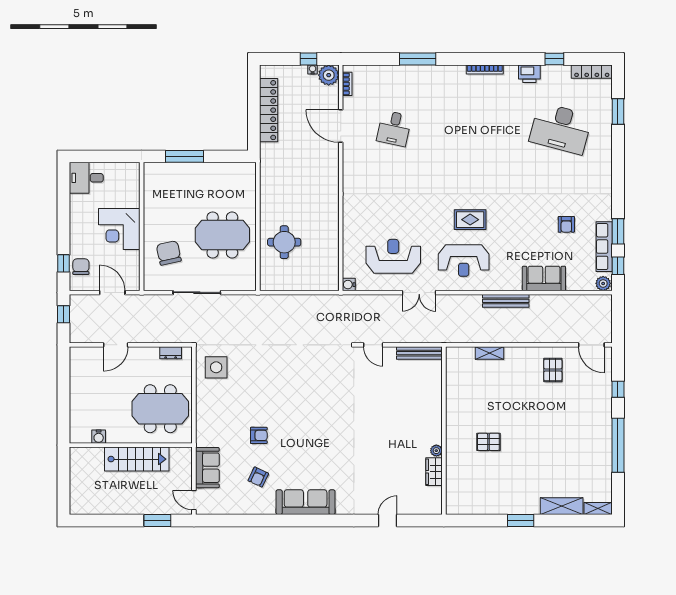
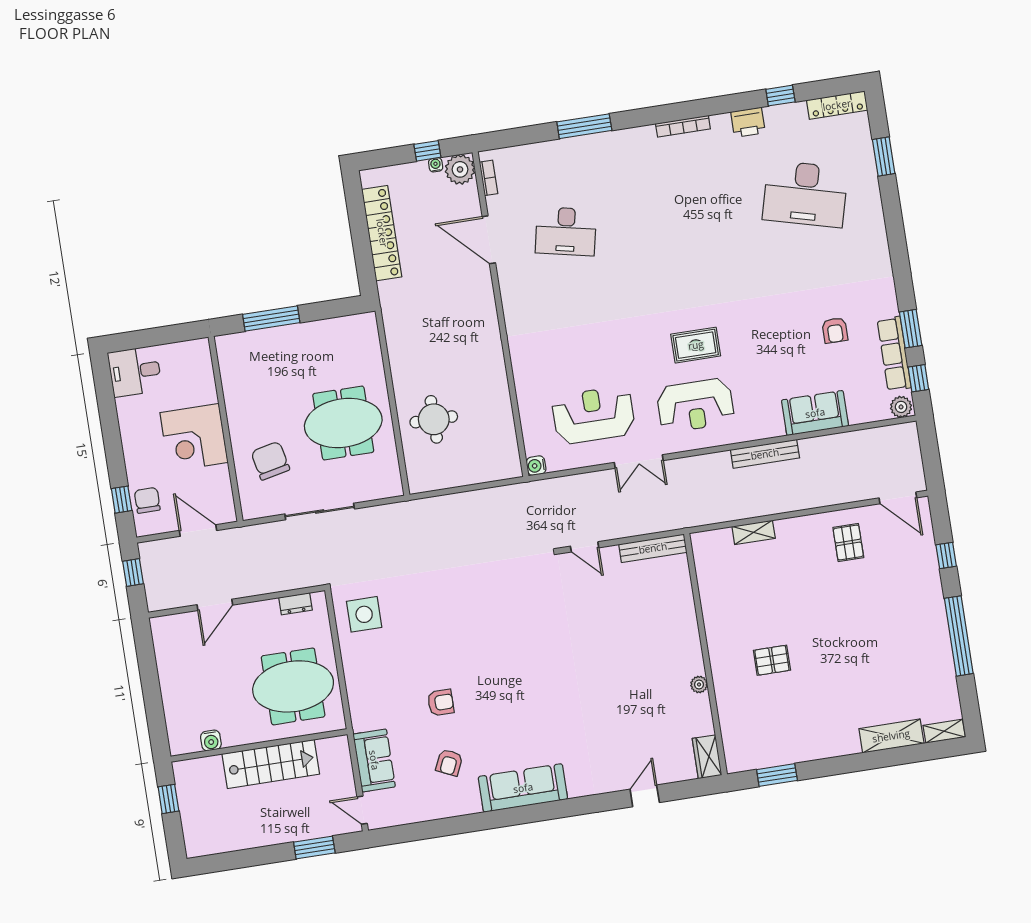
desk: (394, 128) -> (566, 231), width x1.37
window: (64, 472) -> (168, 799), added
wardrobe: (434, 472) -> (707, 757), moved
window: (521, 520) -> (777, 775), moved

